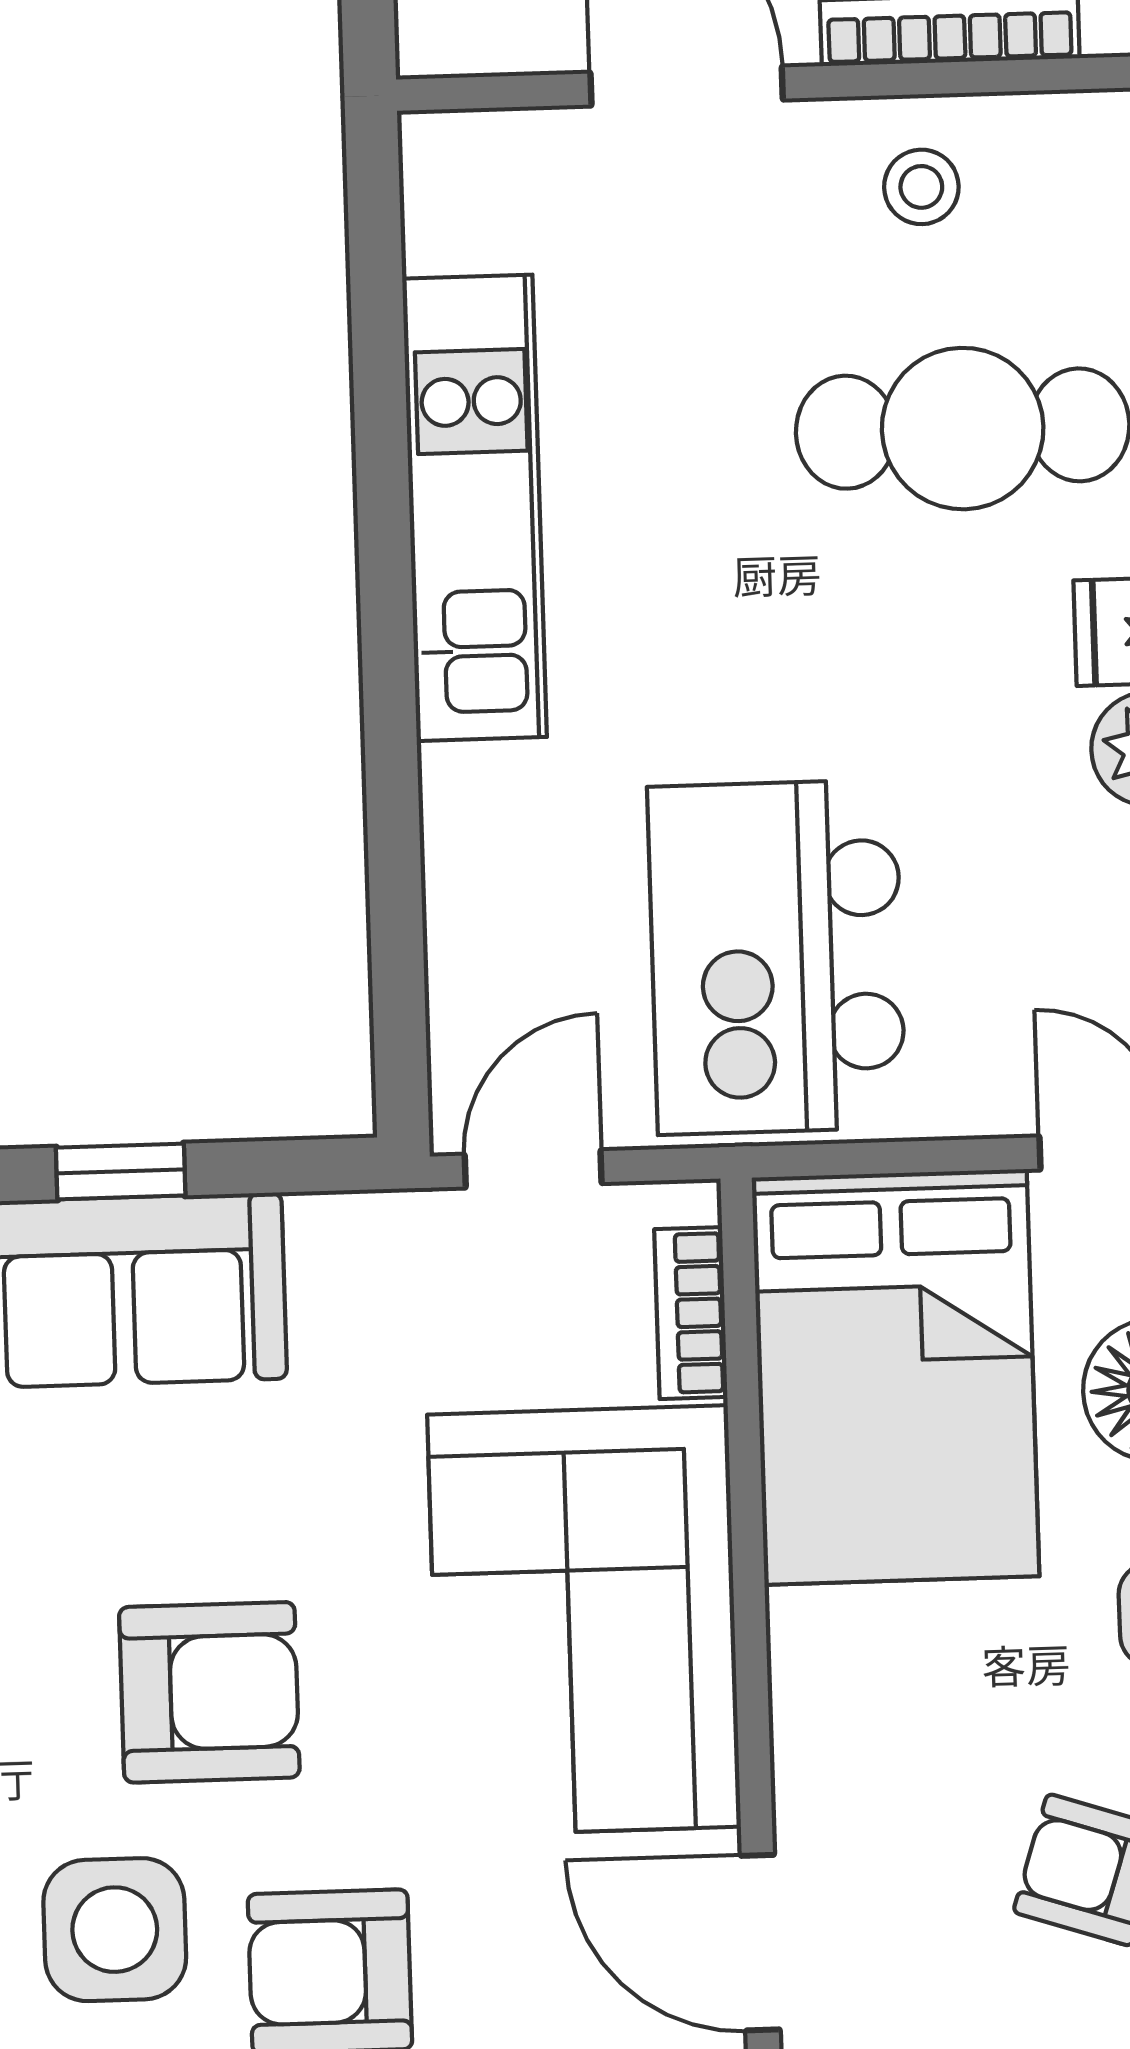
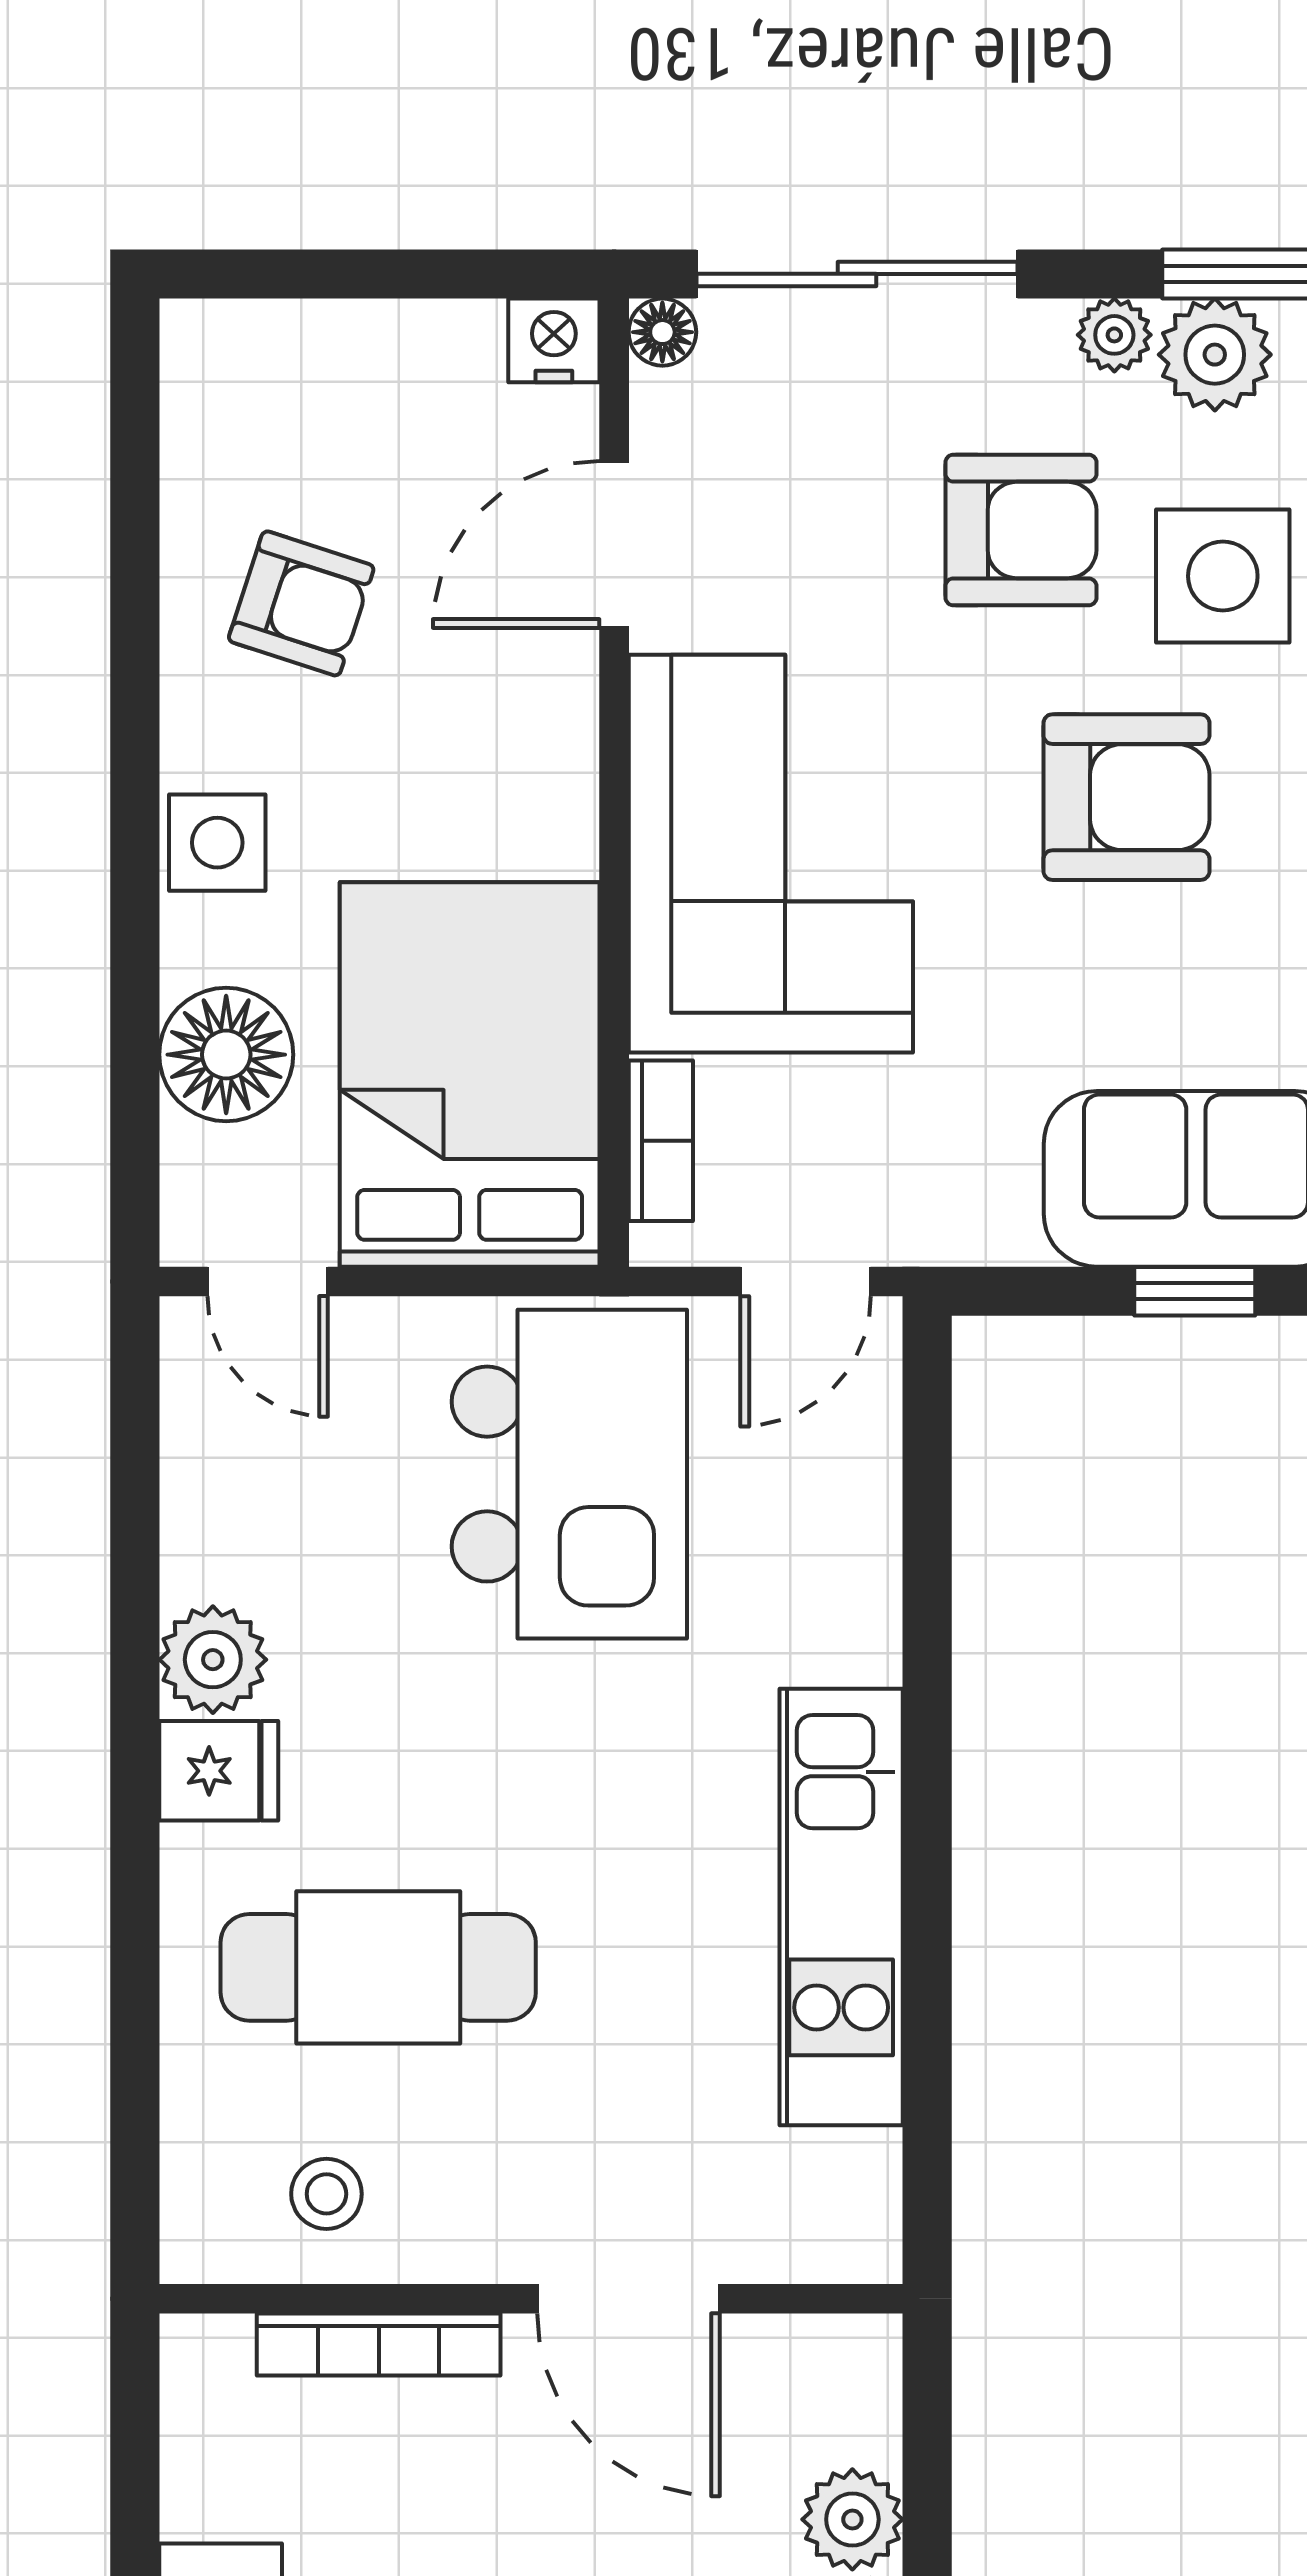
stool: (921, 187) -> (326, 2194), moved
armchair: (209, 1692) -> (1126, 797), turned 180
door: (760, 1943) -> (614, 545), swing flipped

